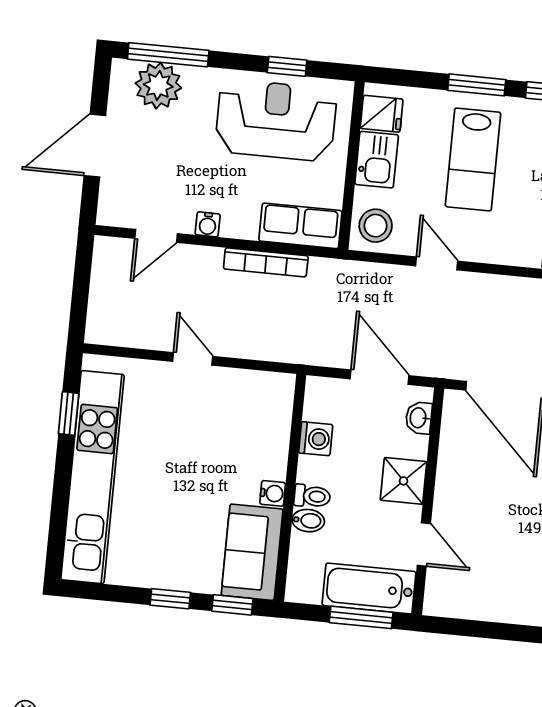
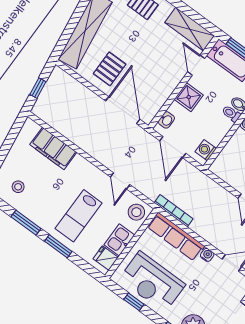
lab bench: (473, 159) -> (79, 216), turned 180
row of seats: (300, 226) -> (176, 237), width x1.48
bookcase: (266, 262) -> (174, 211), moved
washing machine: (316, 439) -> (206, 150), moved
shelving: (472, 600) -> (190, 29), added

